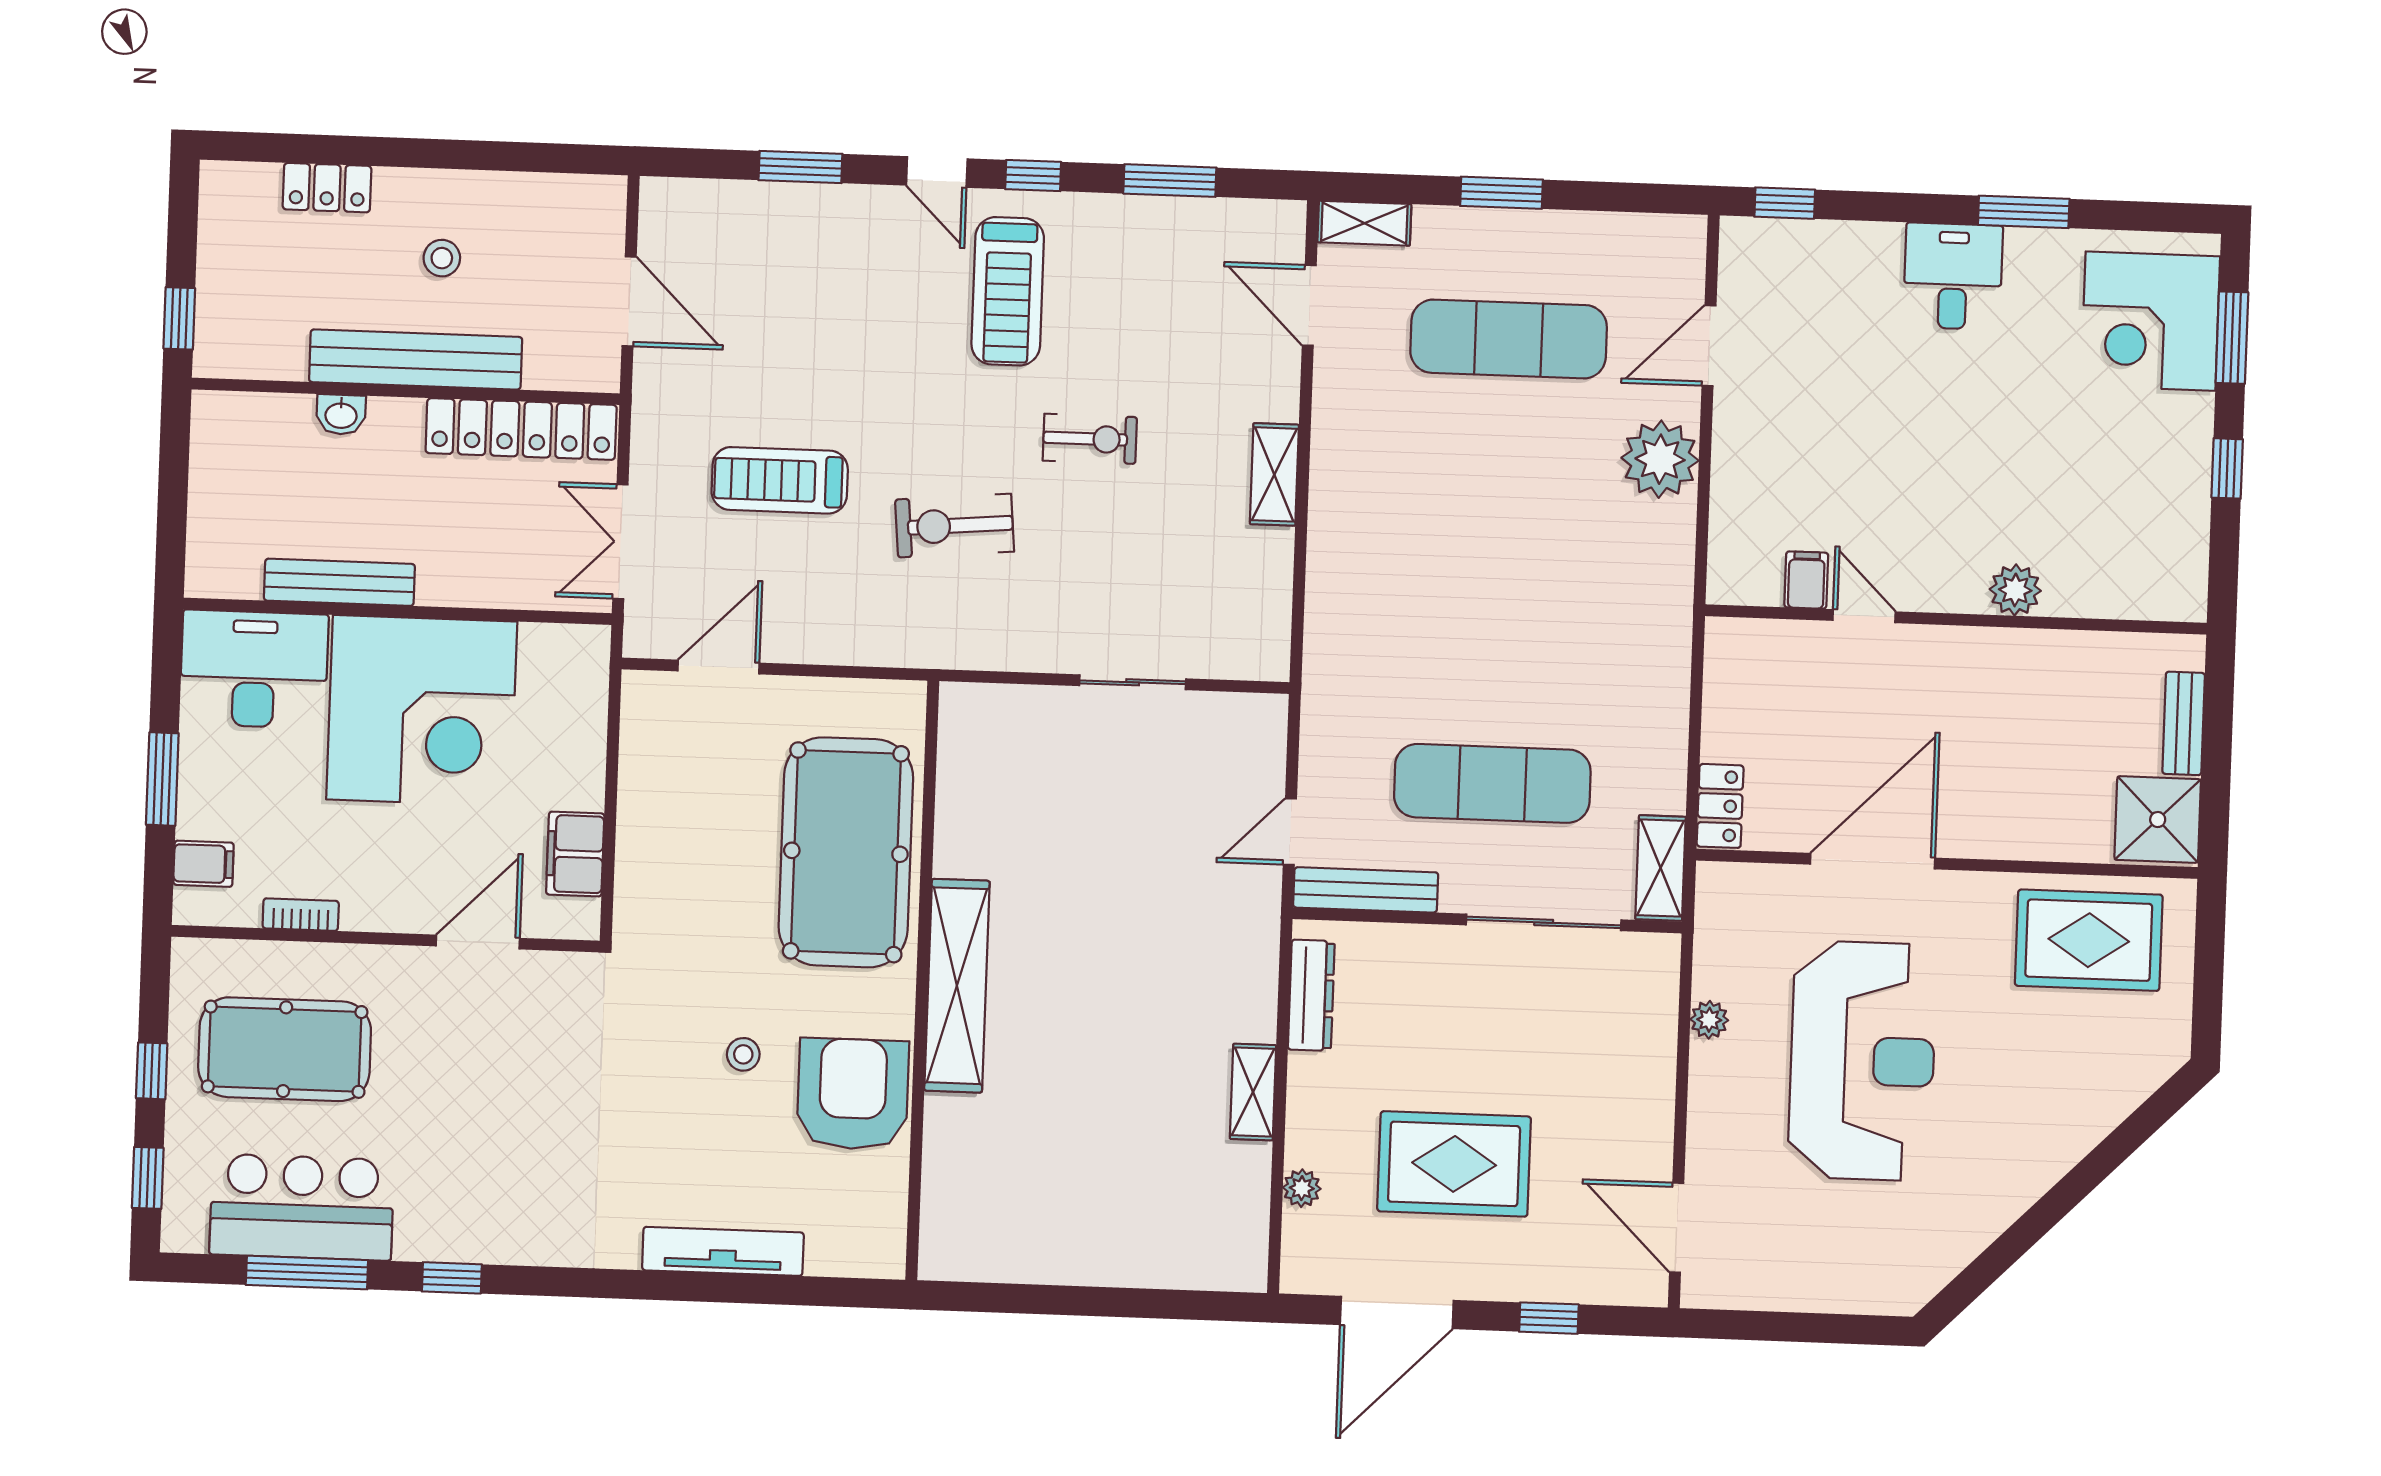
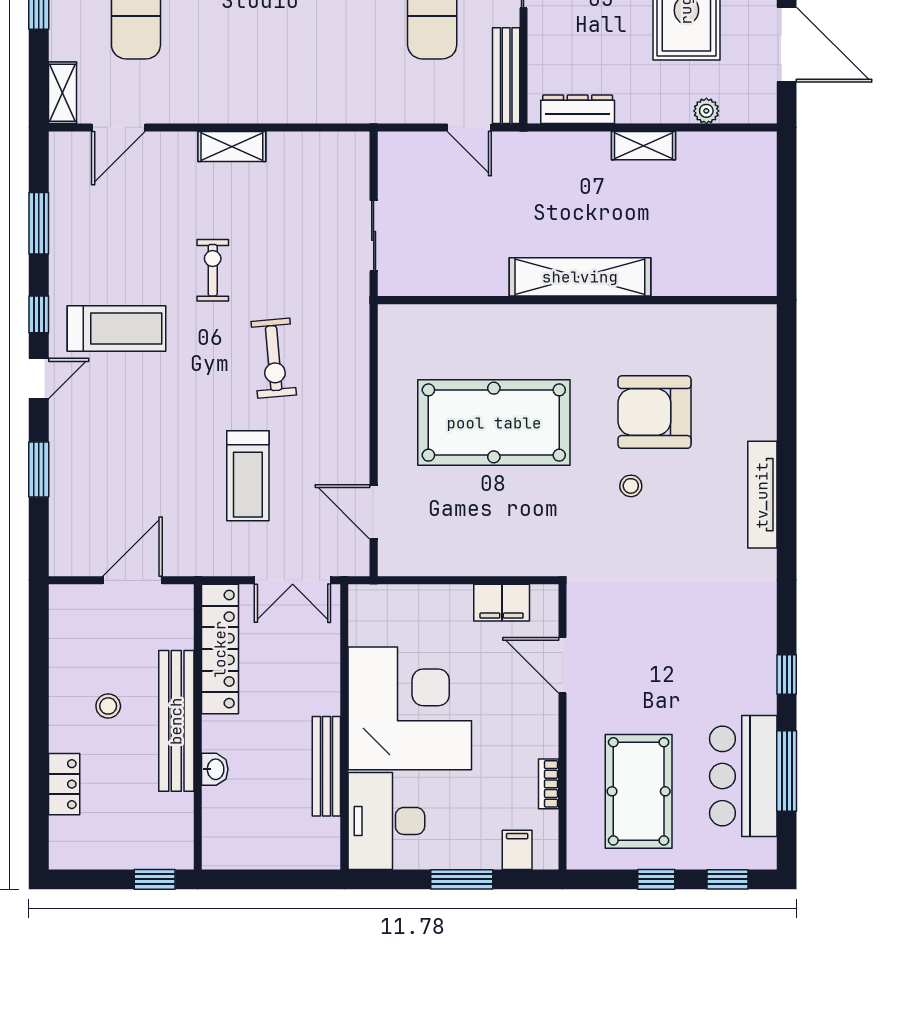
wall: (922, 980) -> (577, 300), moved
shelving: (957, 986) -> (580, 277), moved

